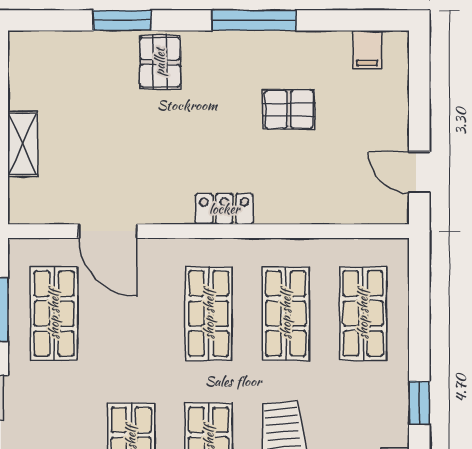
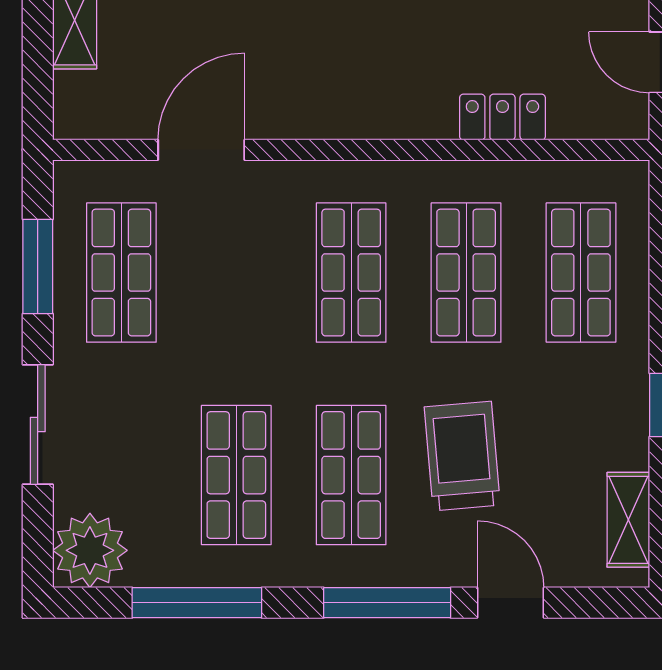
locker: (224, 209) -> (502, 117), moved
door: (108, 231) -> (201, 150), swing flipped

